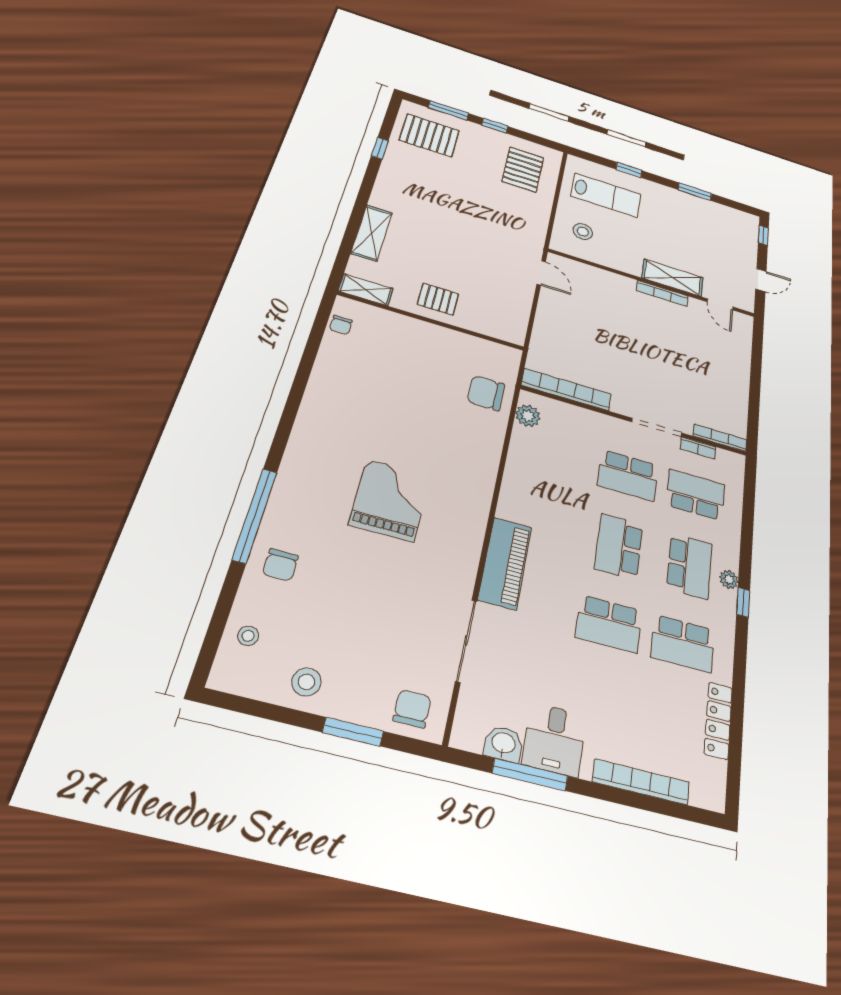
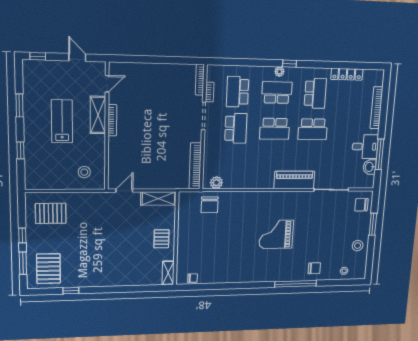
lab bench: (606, 195) -> (62, 121), moved
shelving: (372, 233) -> (158, 199), moved
school desk: (609, 624) -> (313, 129), turned 90

